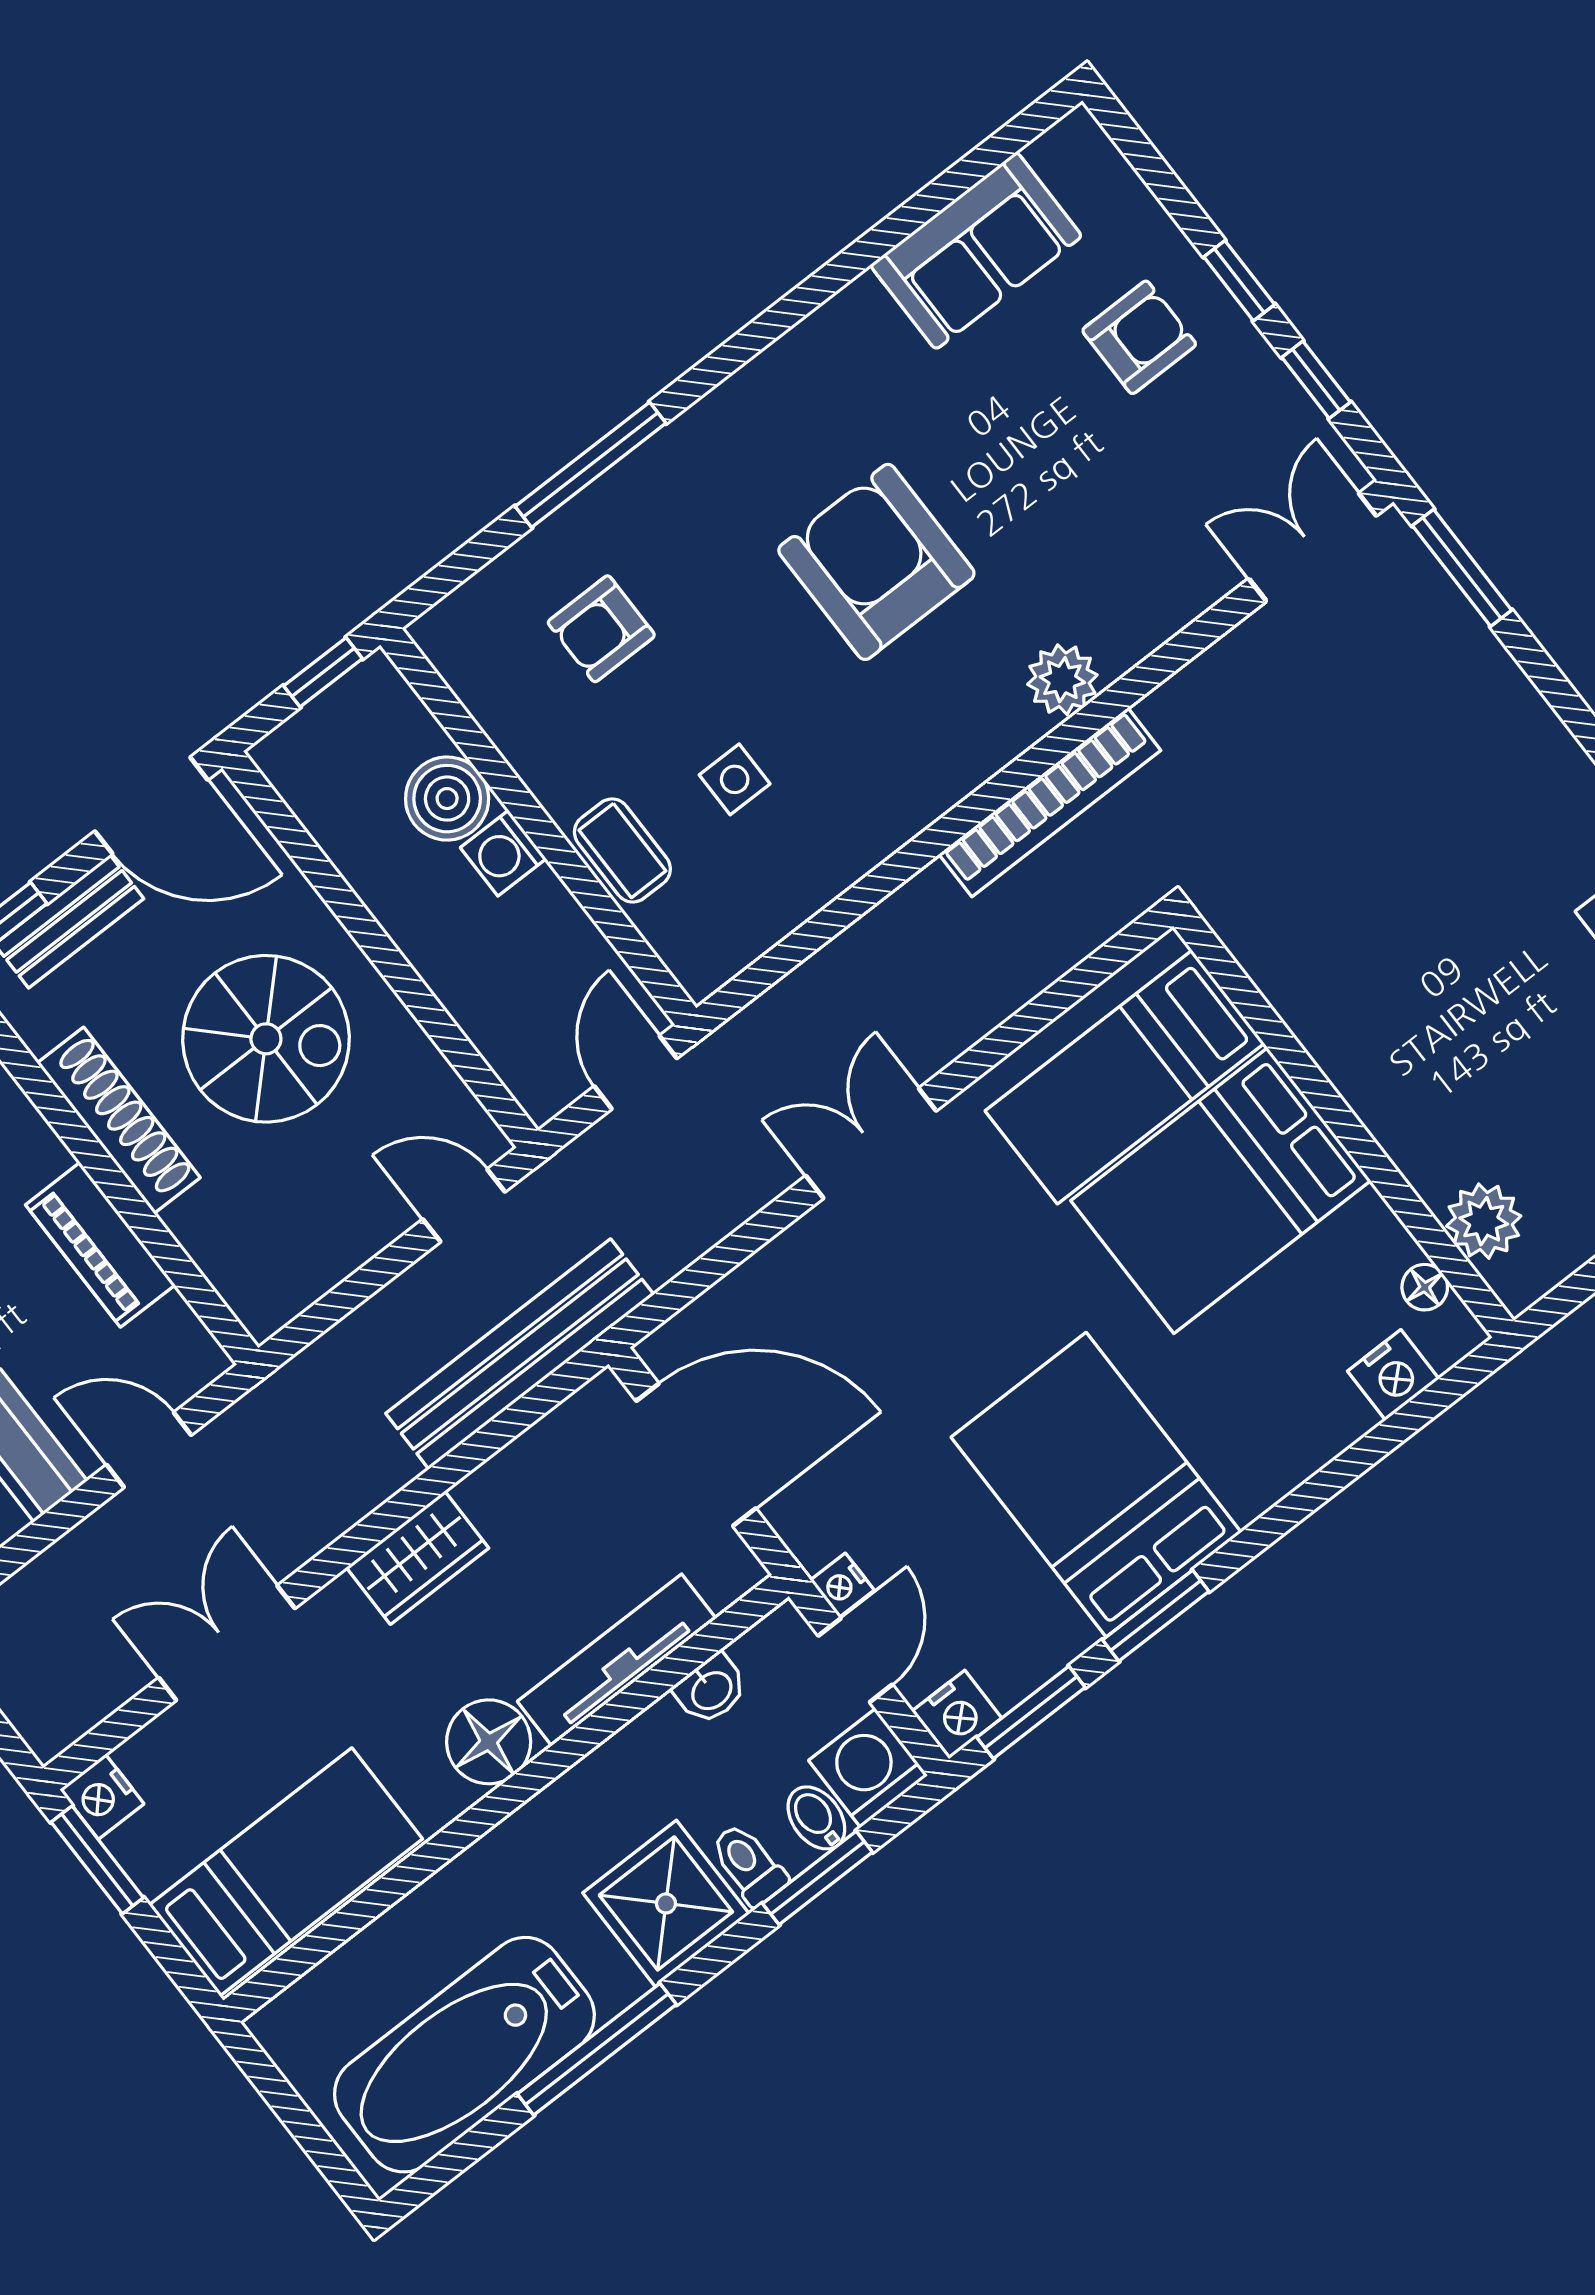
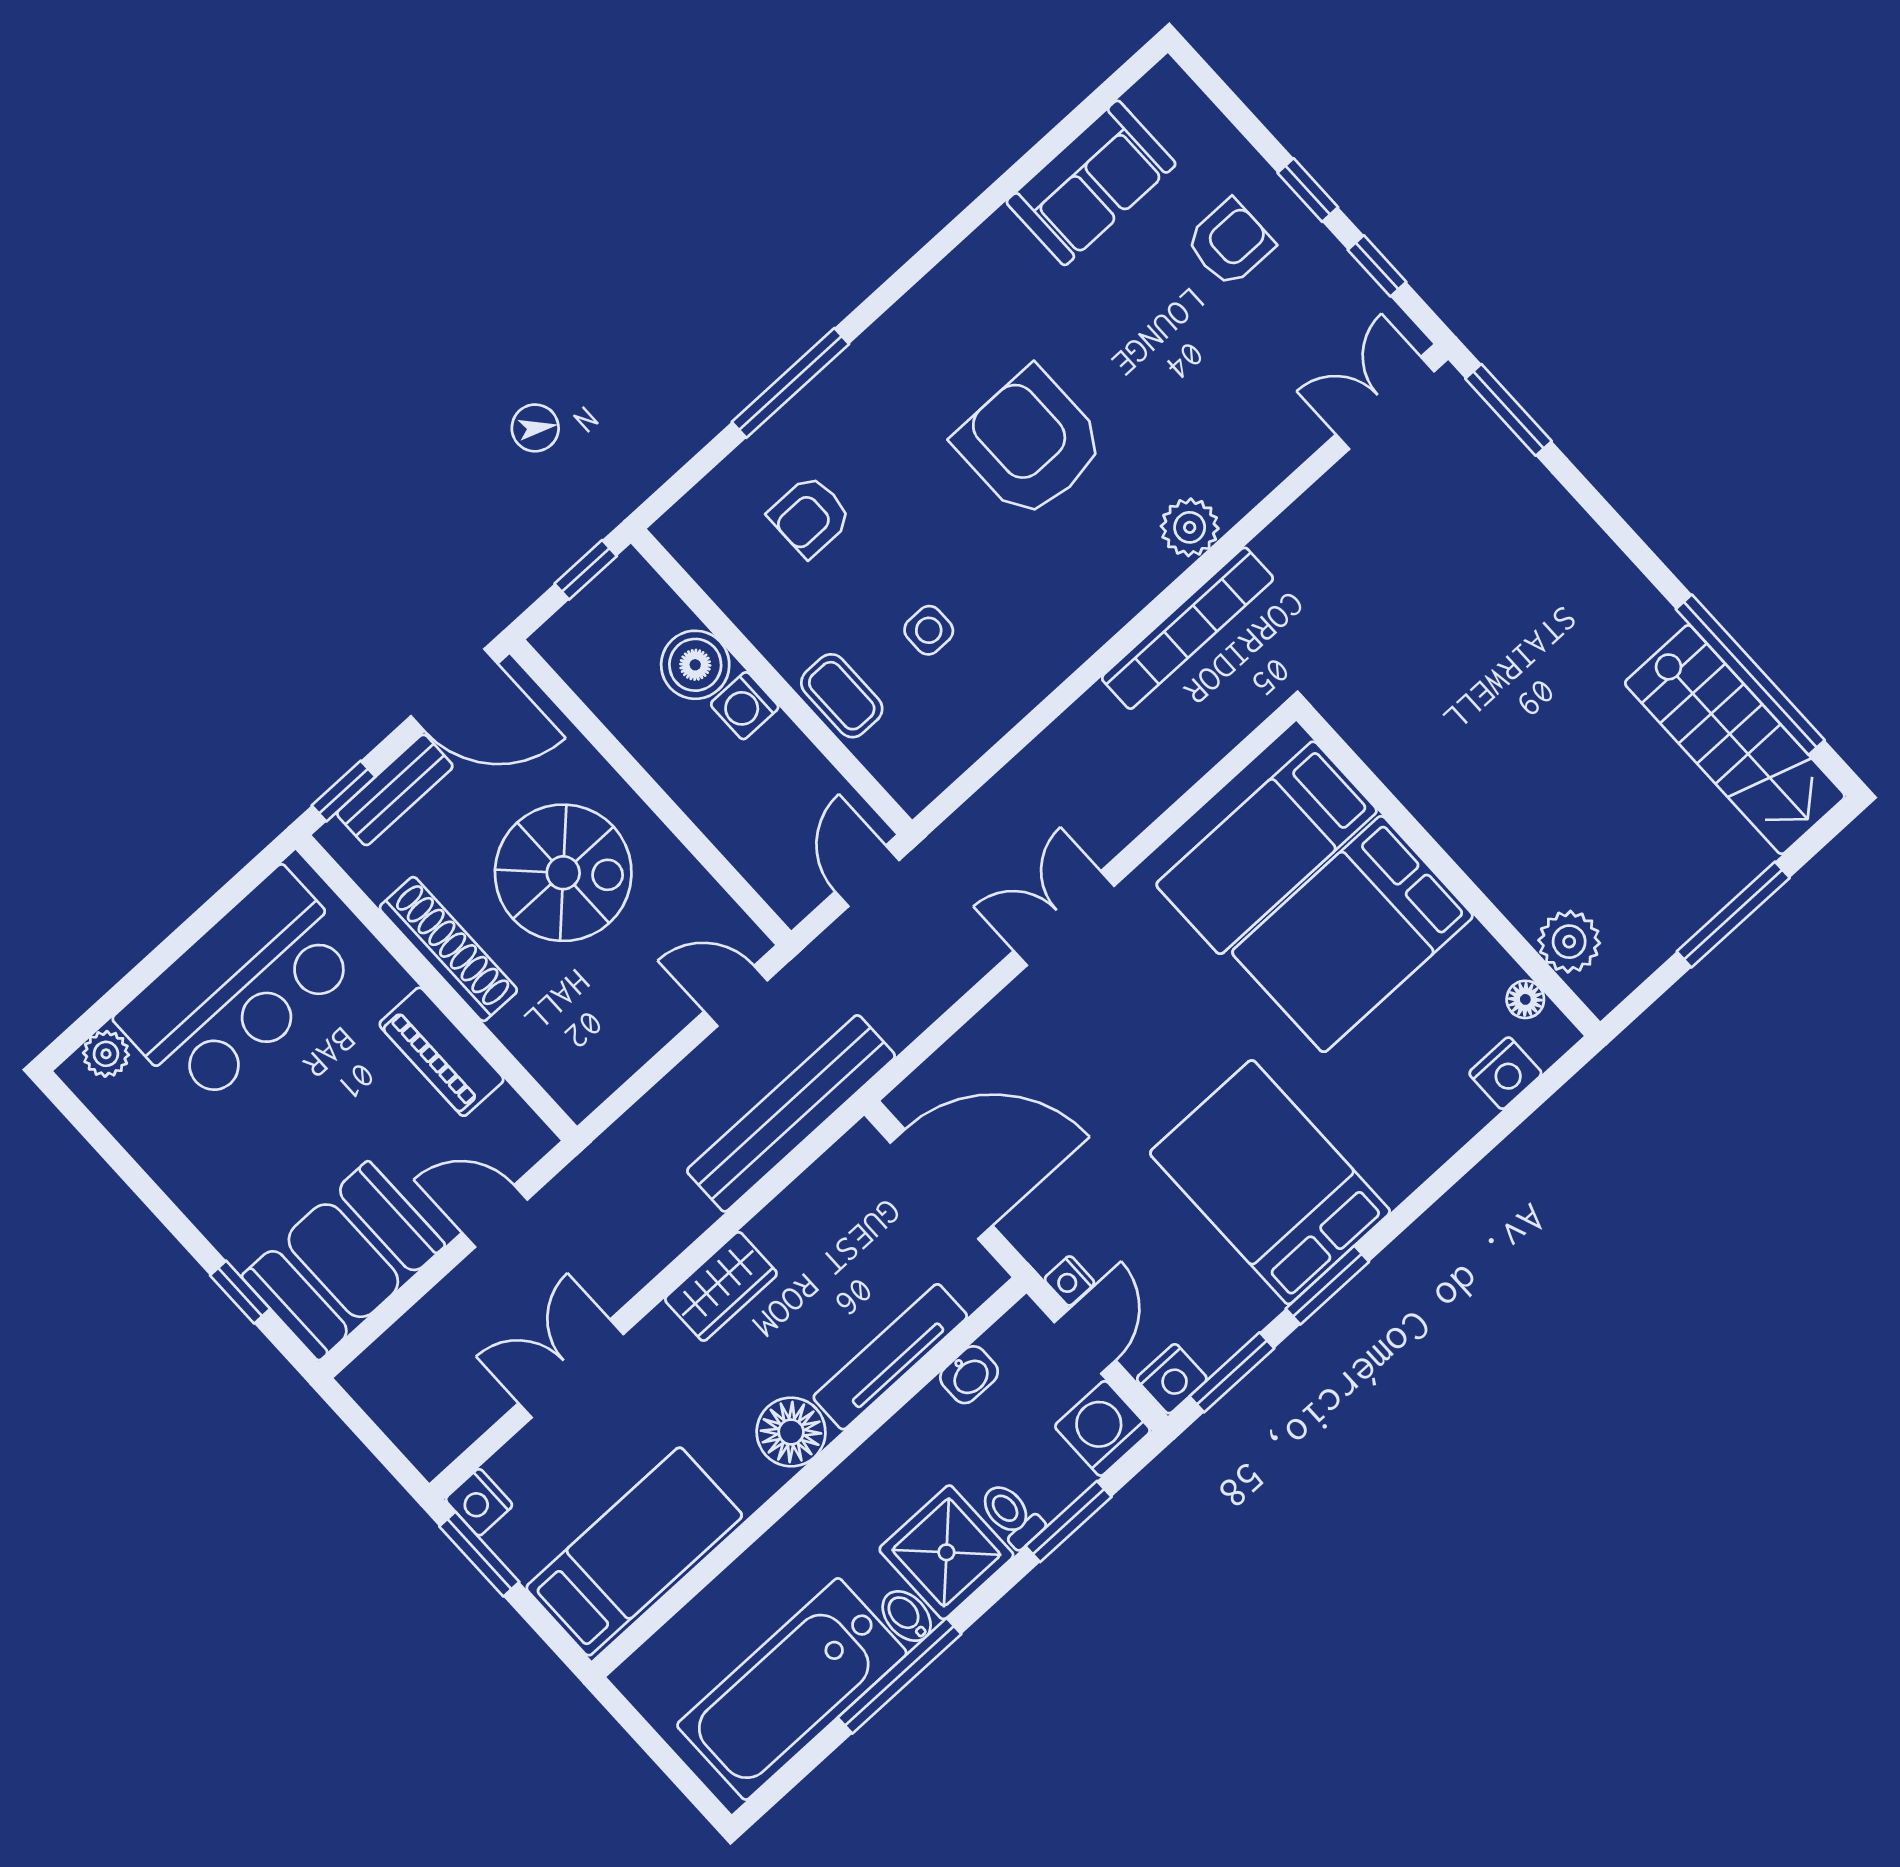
bidet: (816, 1818) -> (907, 1616), moved

